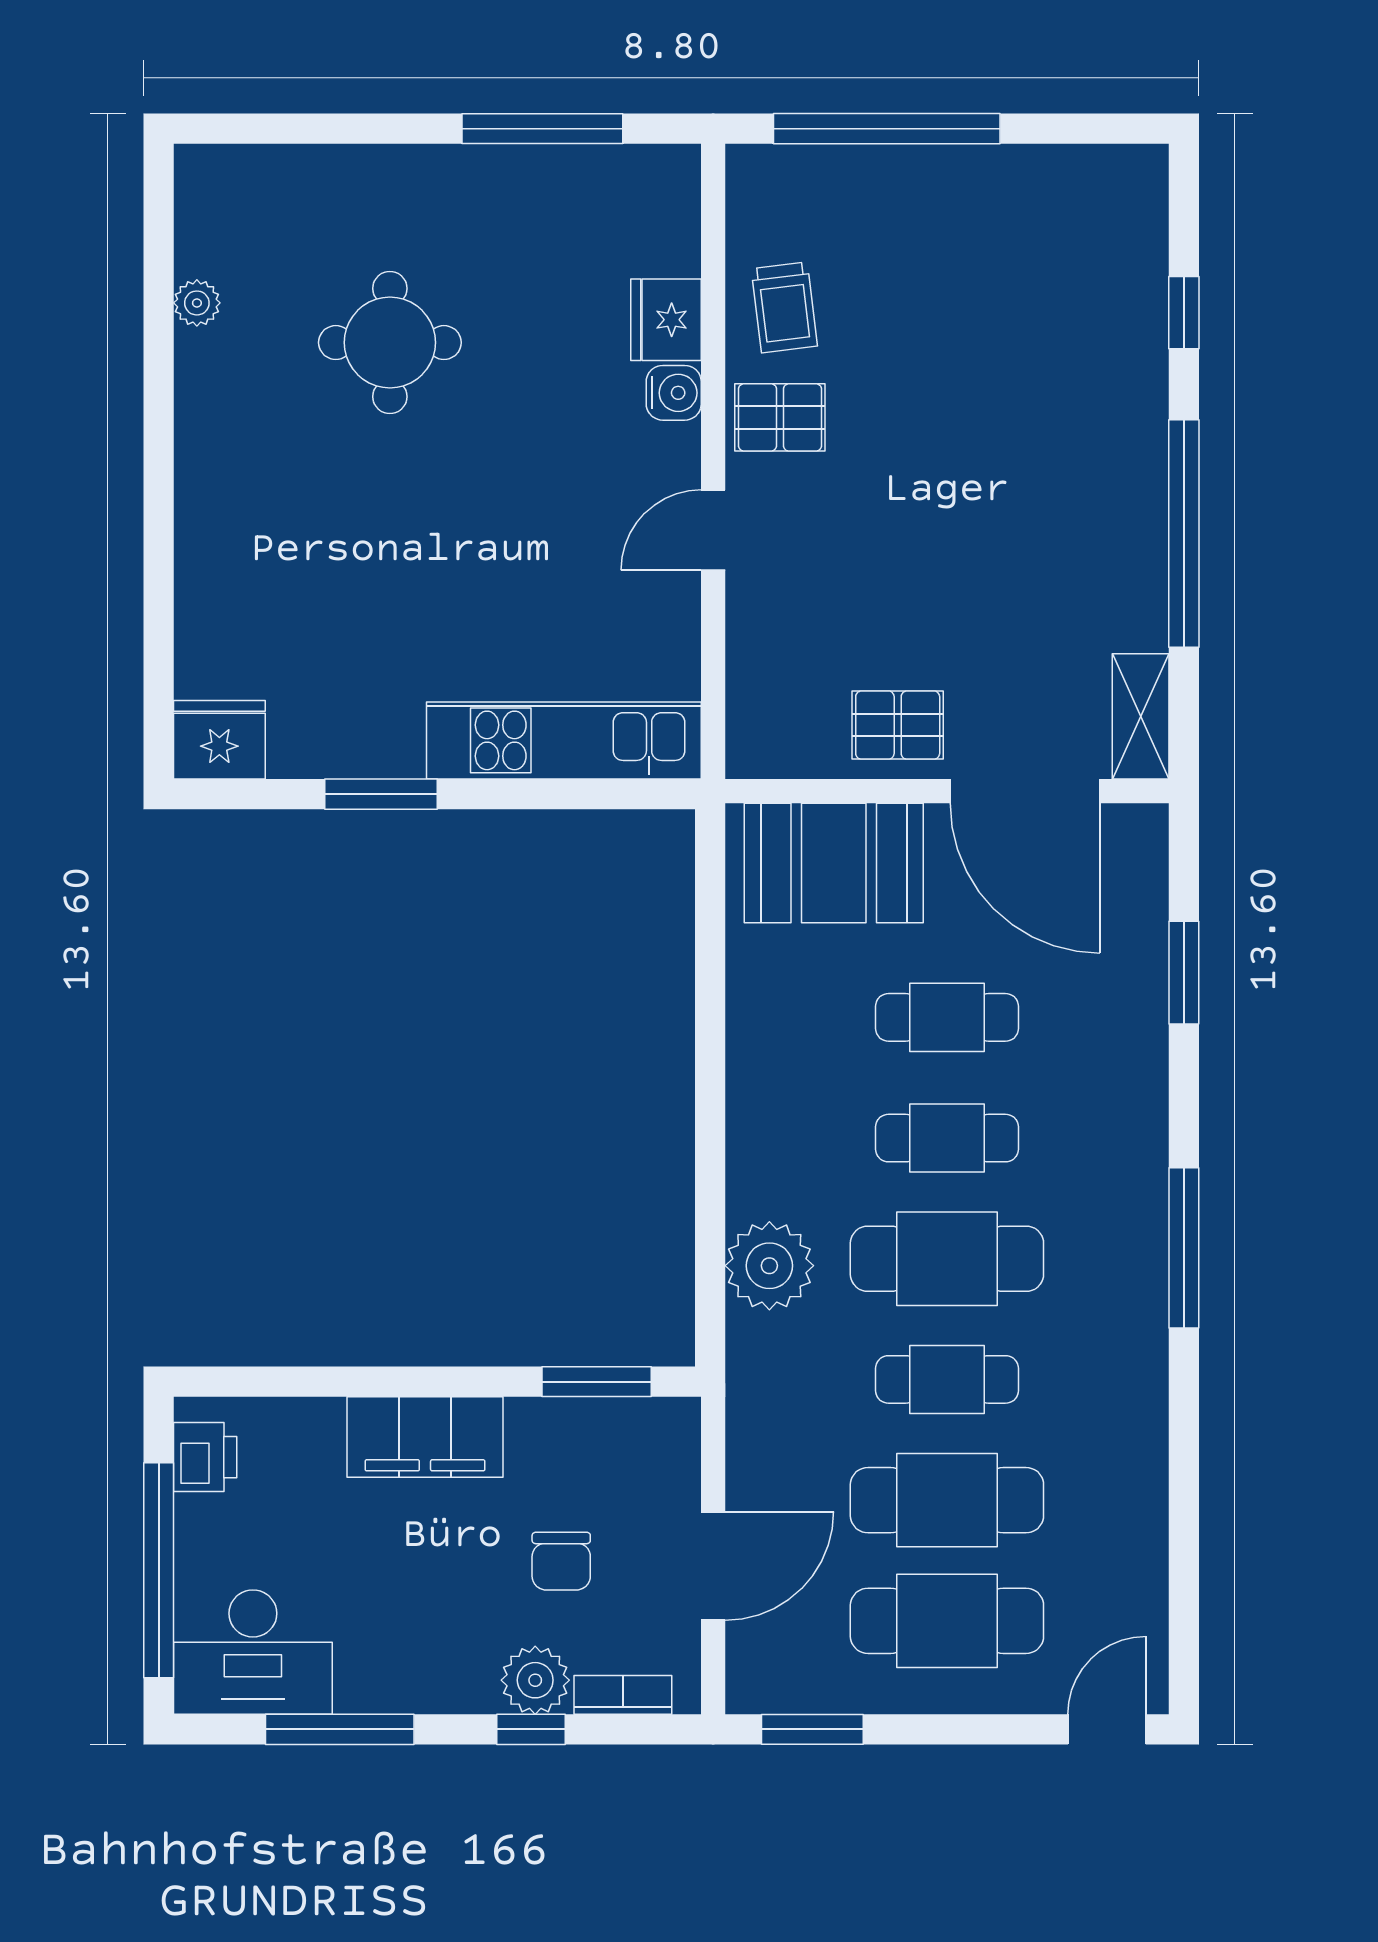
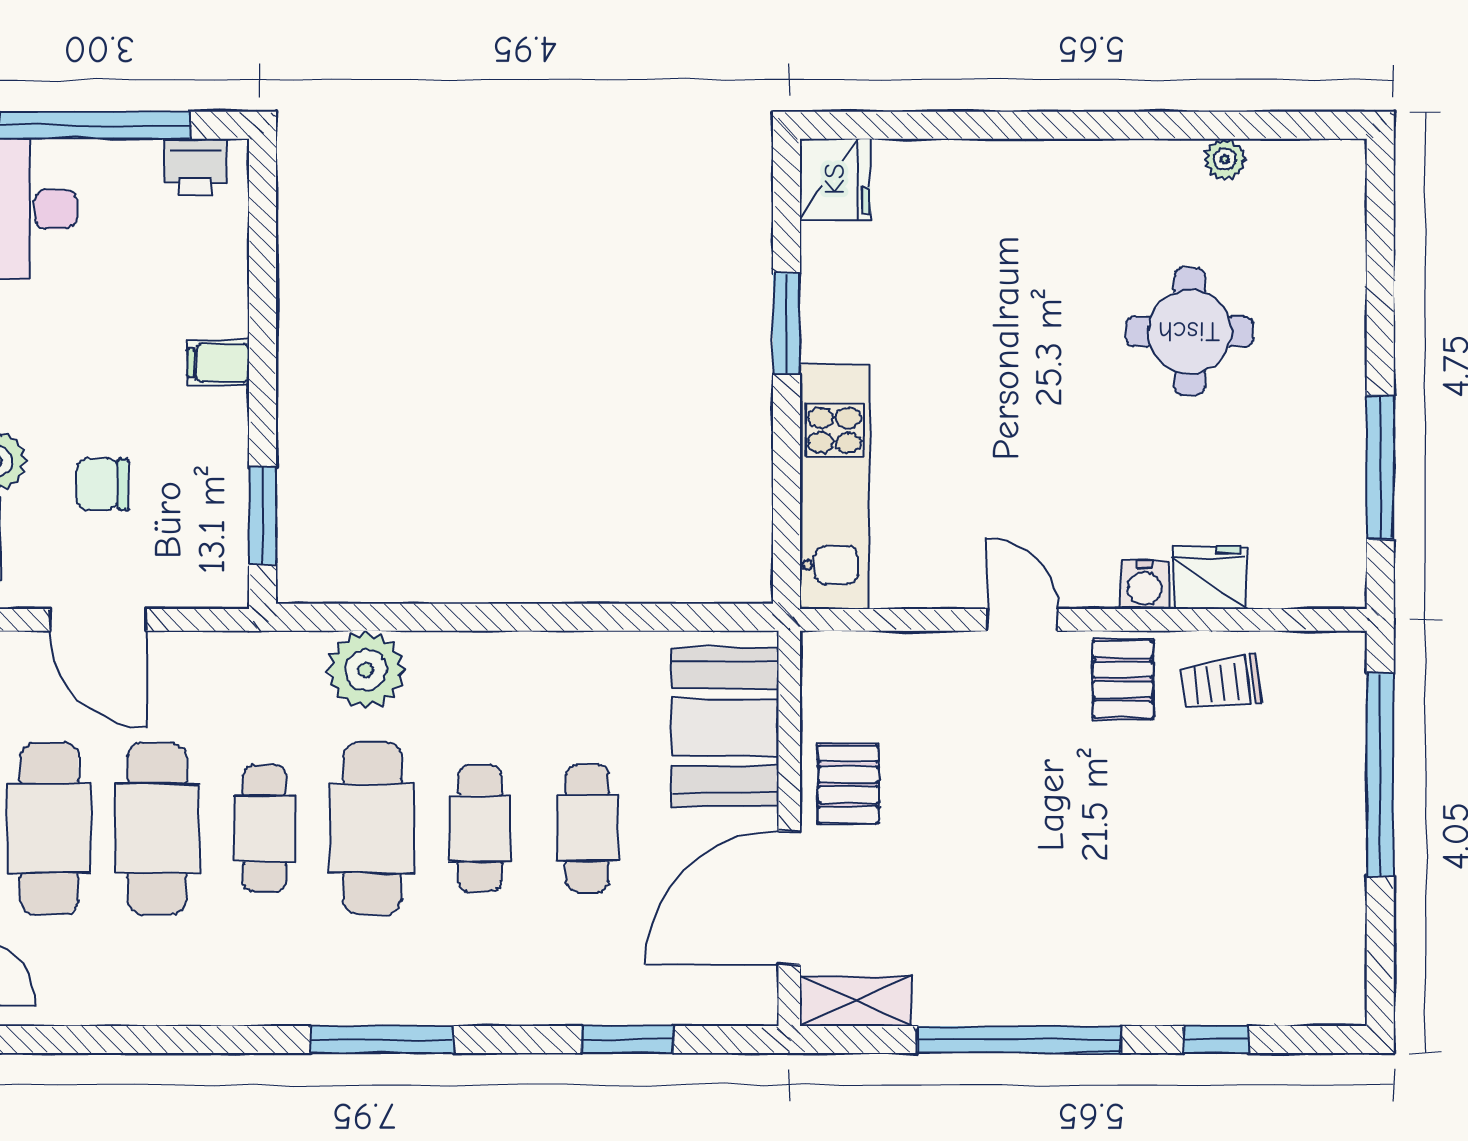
filing cabinet: (425, 1437) -> (218, 363), width x0.33, depth x0.86

